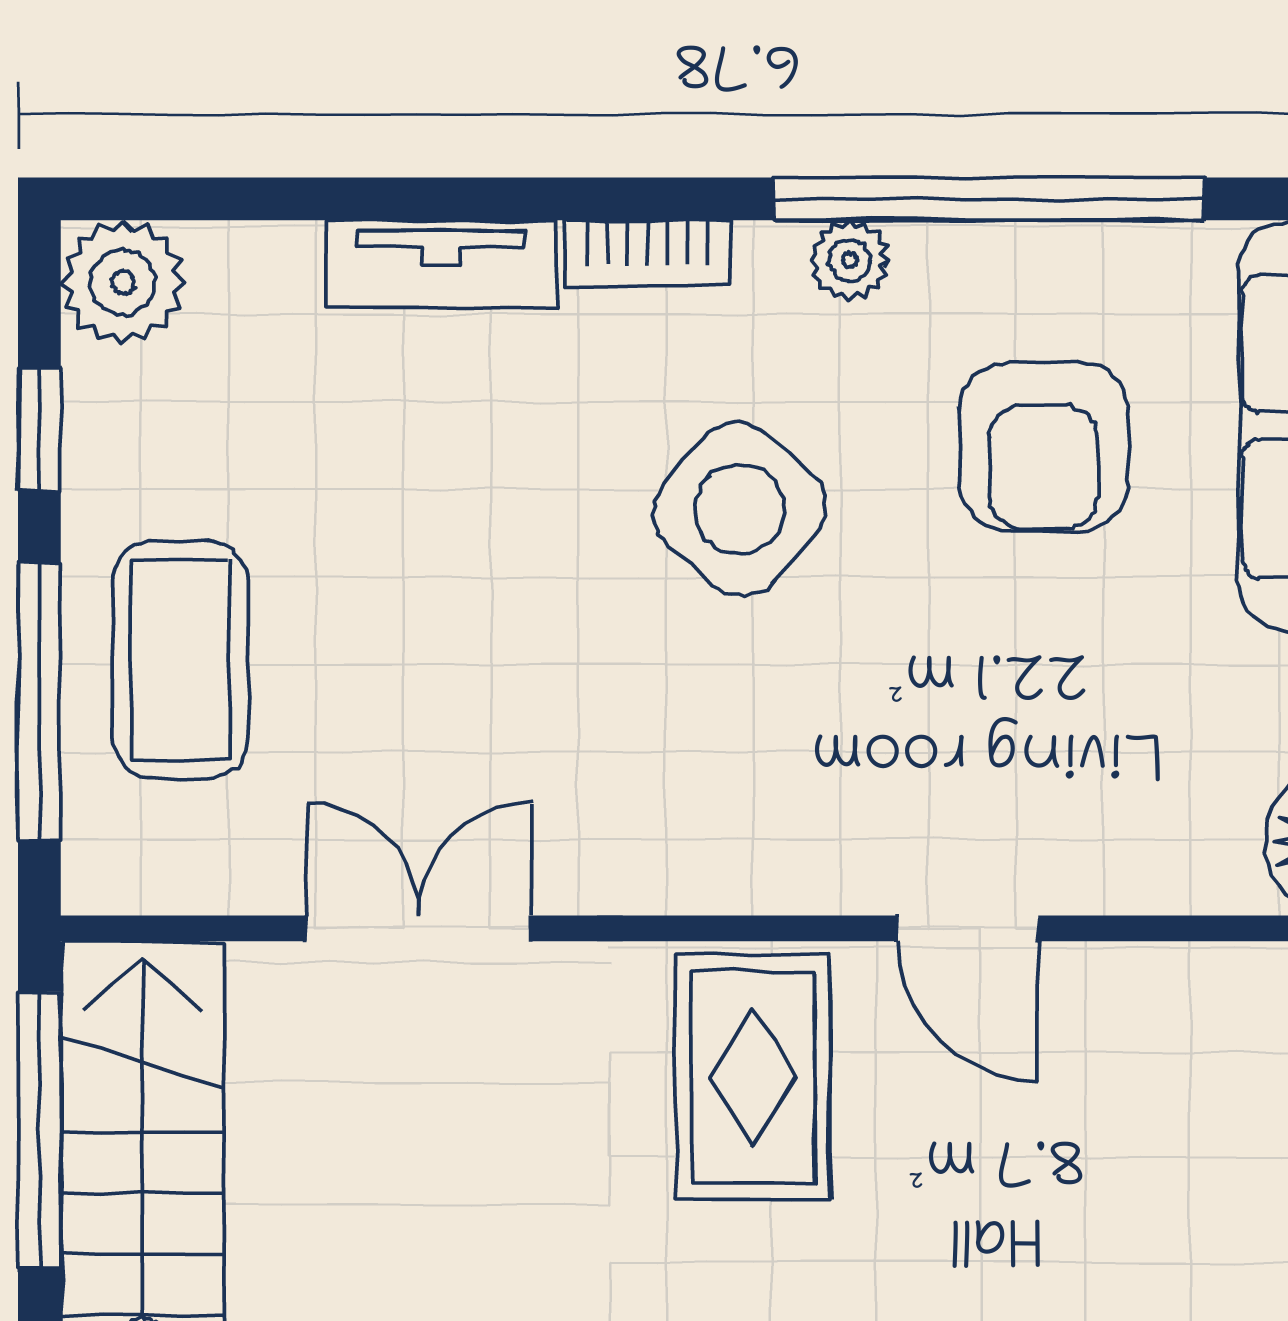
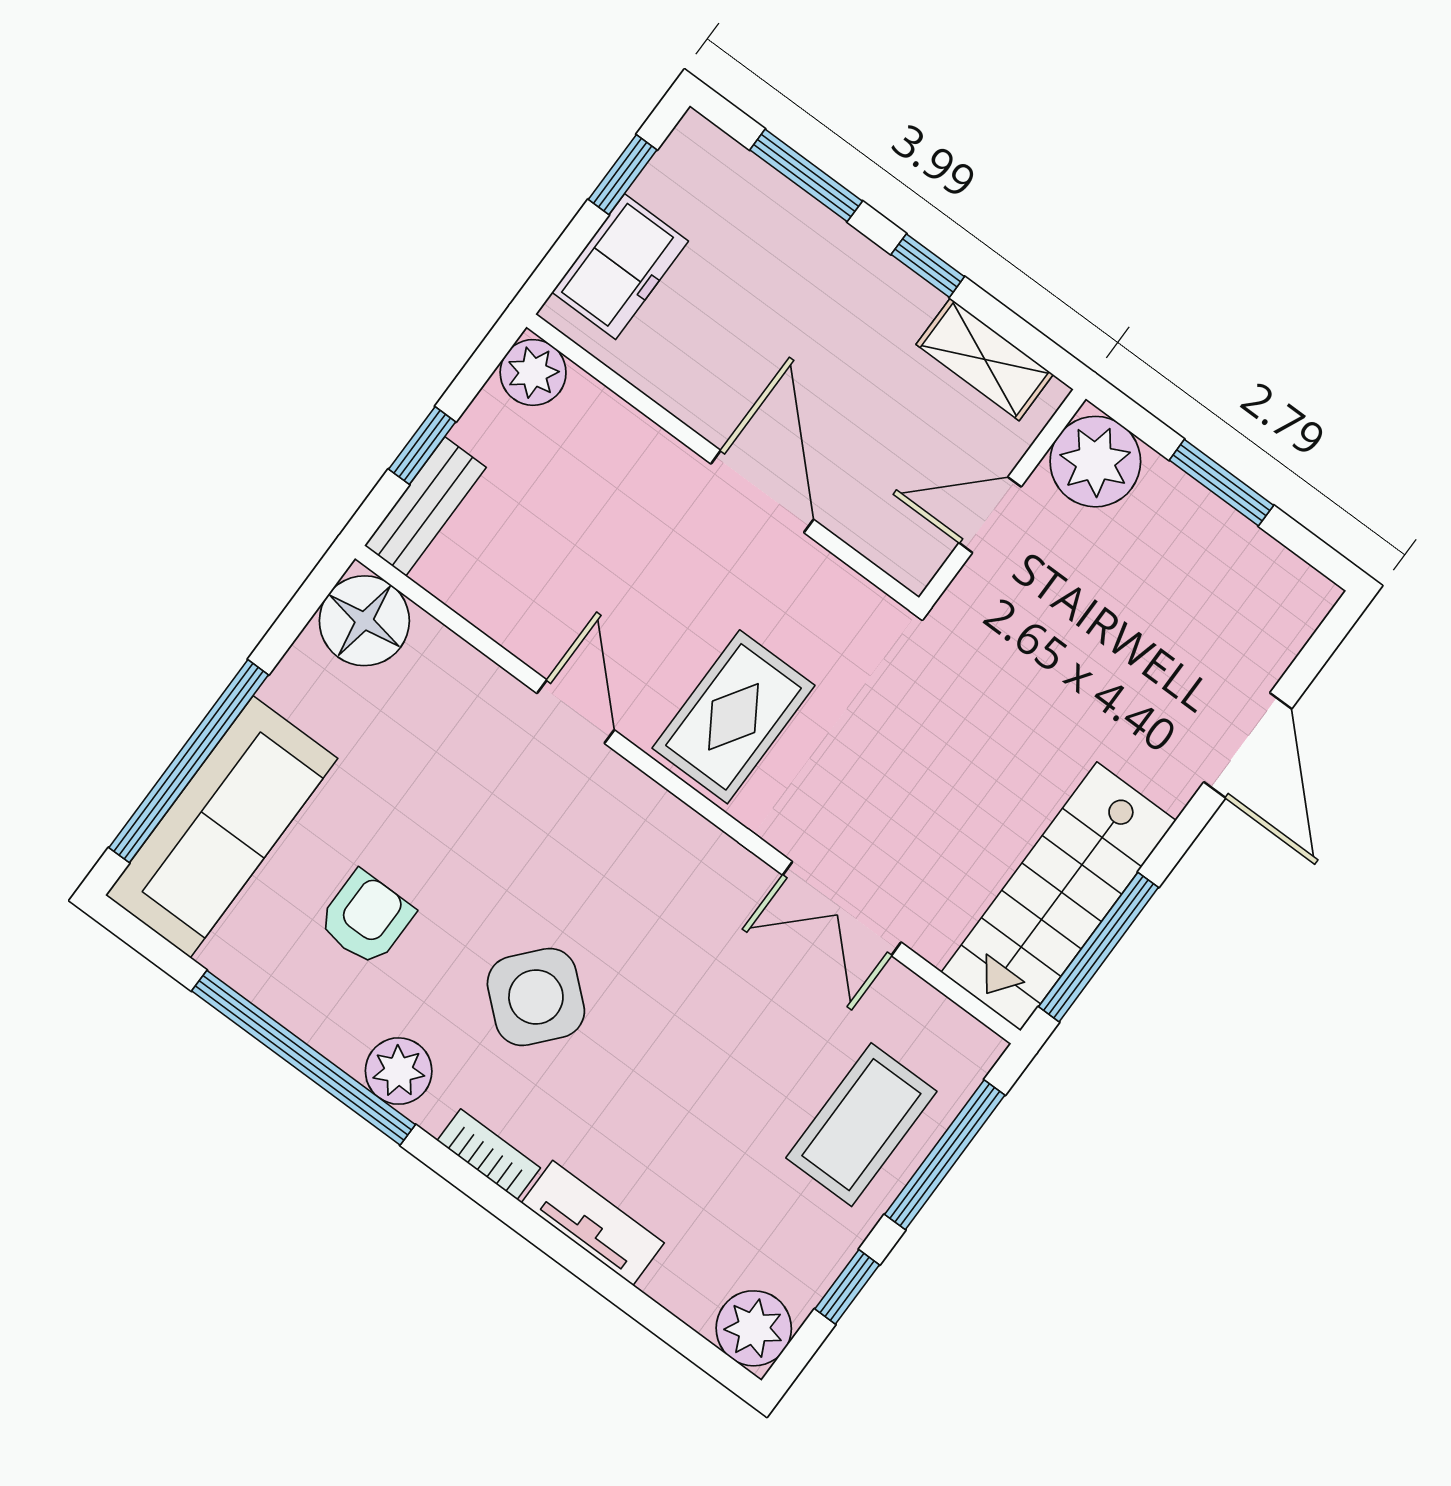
plant: (850, 260) -> (399, 1071), width x1.38, depth x1.38
armchair: (1044, 447) -> (366, 918), width x0.72, depth x0.72

